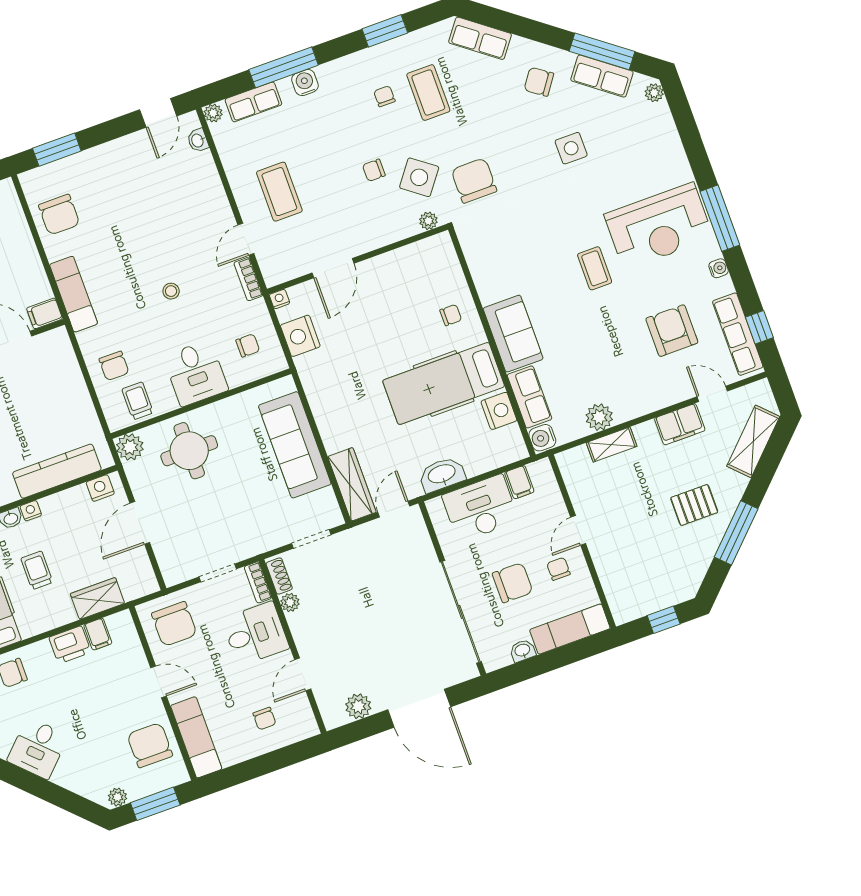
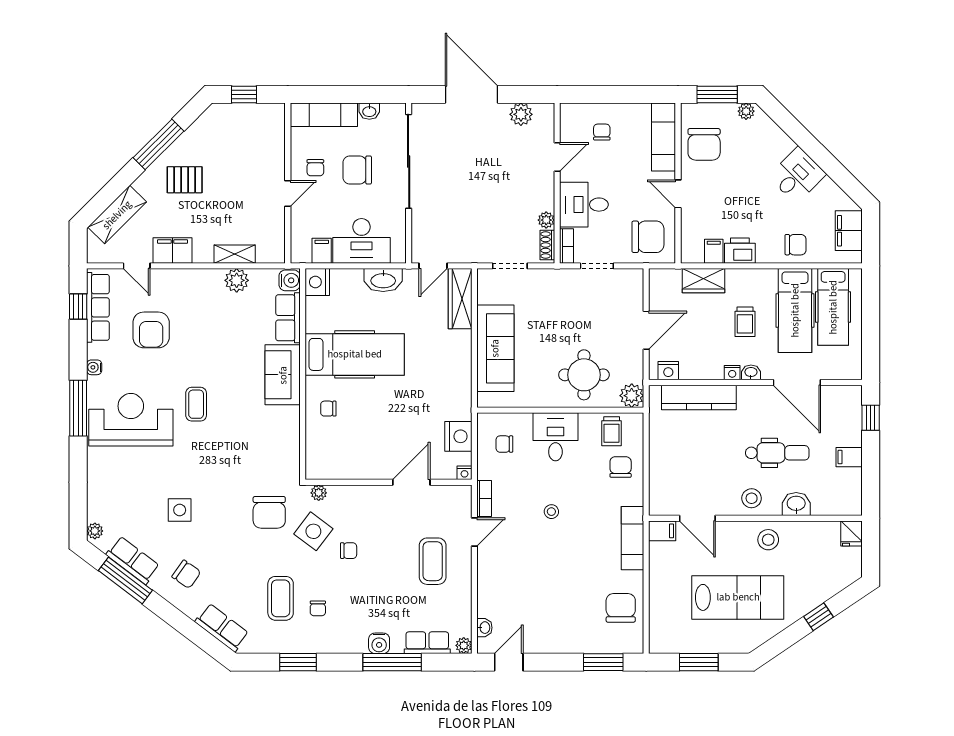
nightstand: (499, 411) -> (317, 282), moved
chair: (174, 624) -> (648, 237), turned 90

